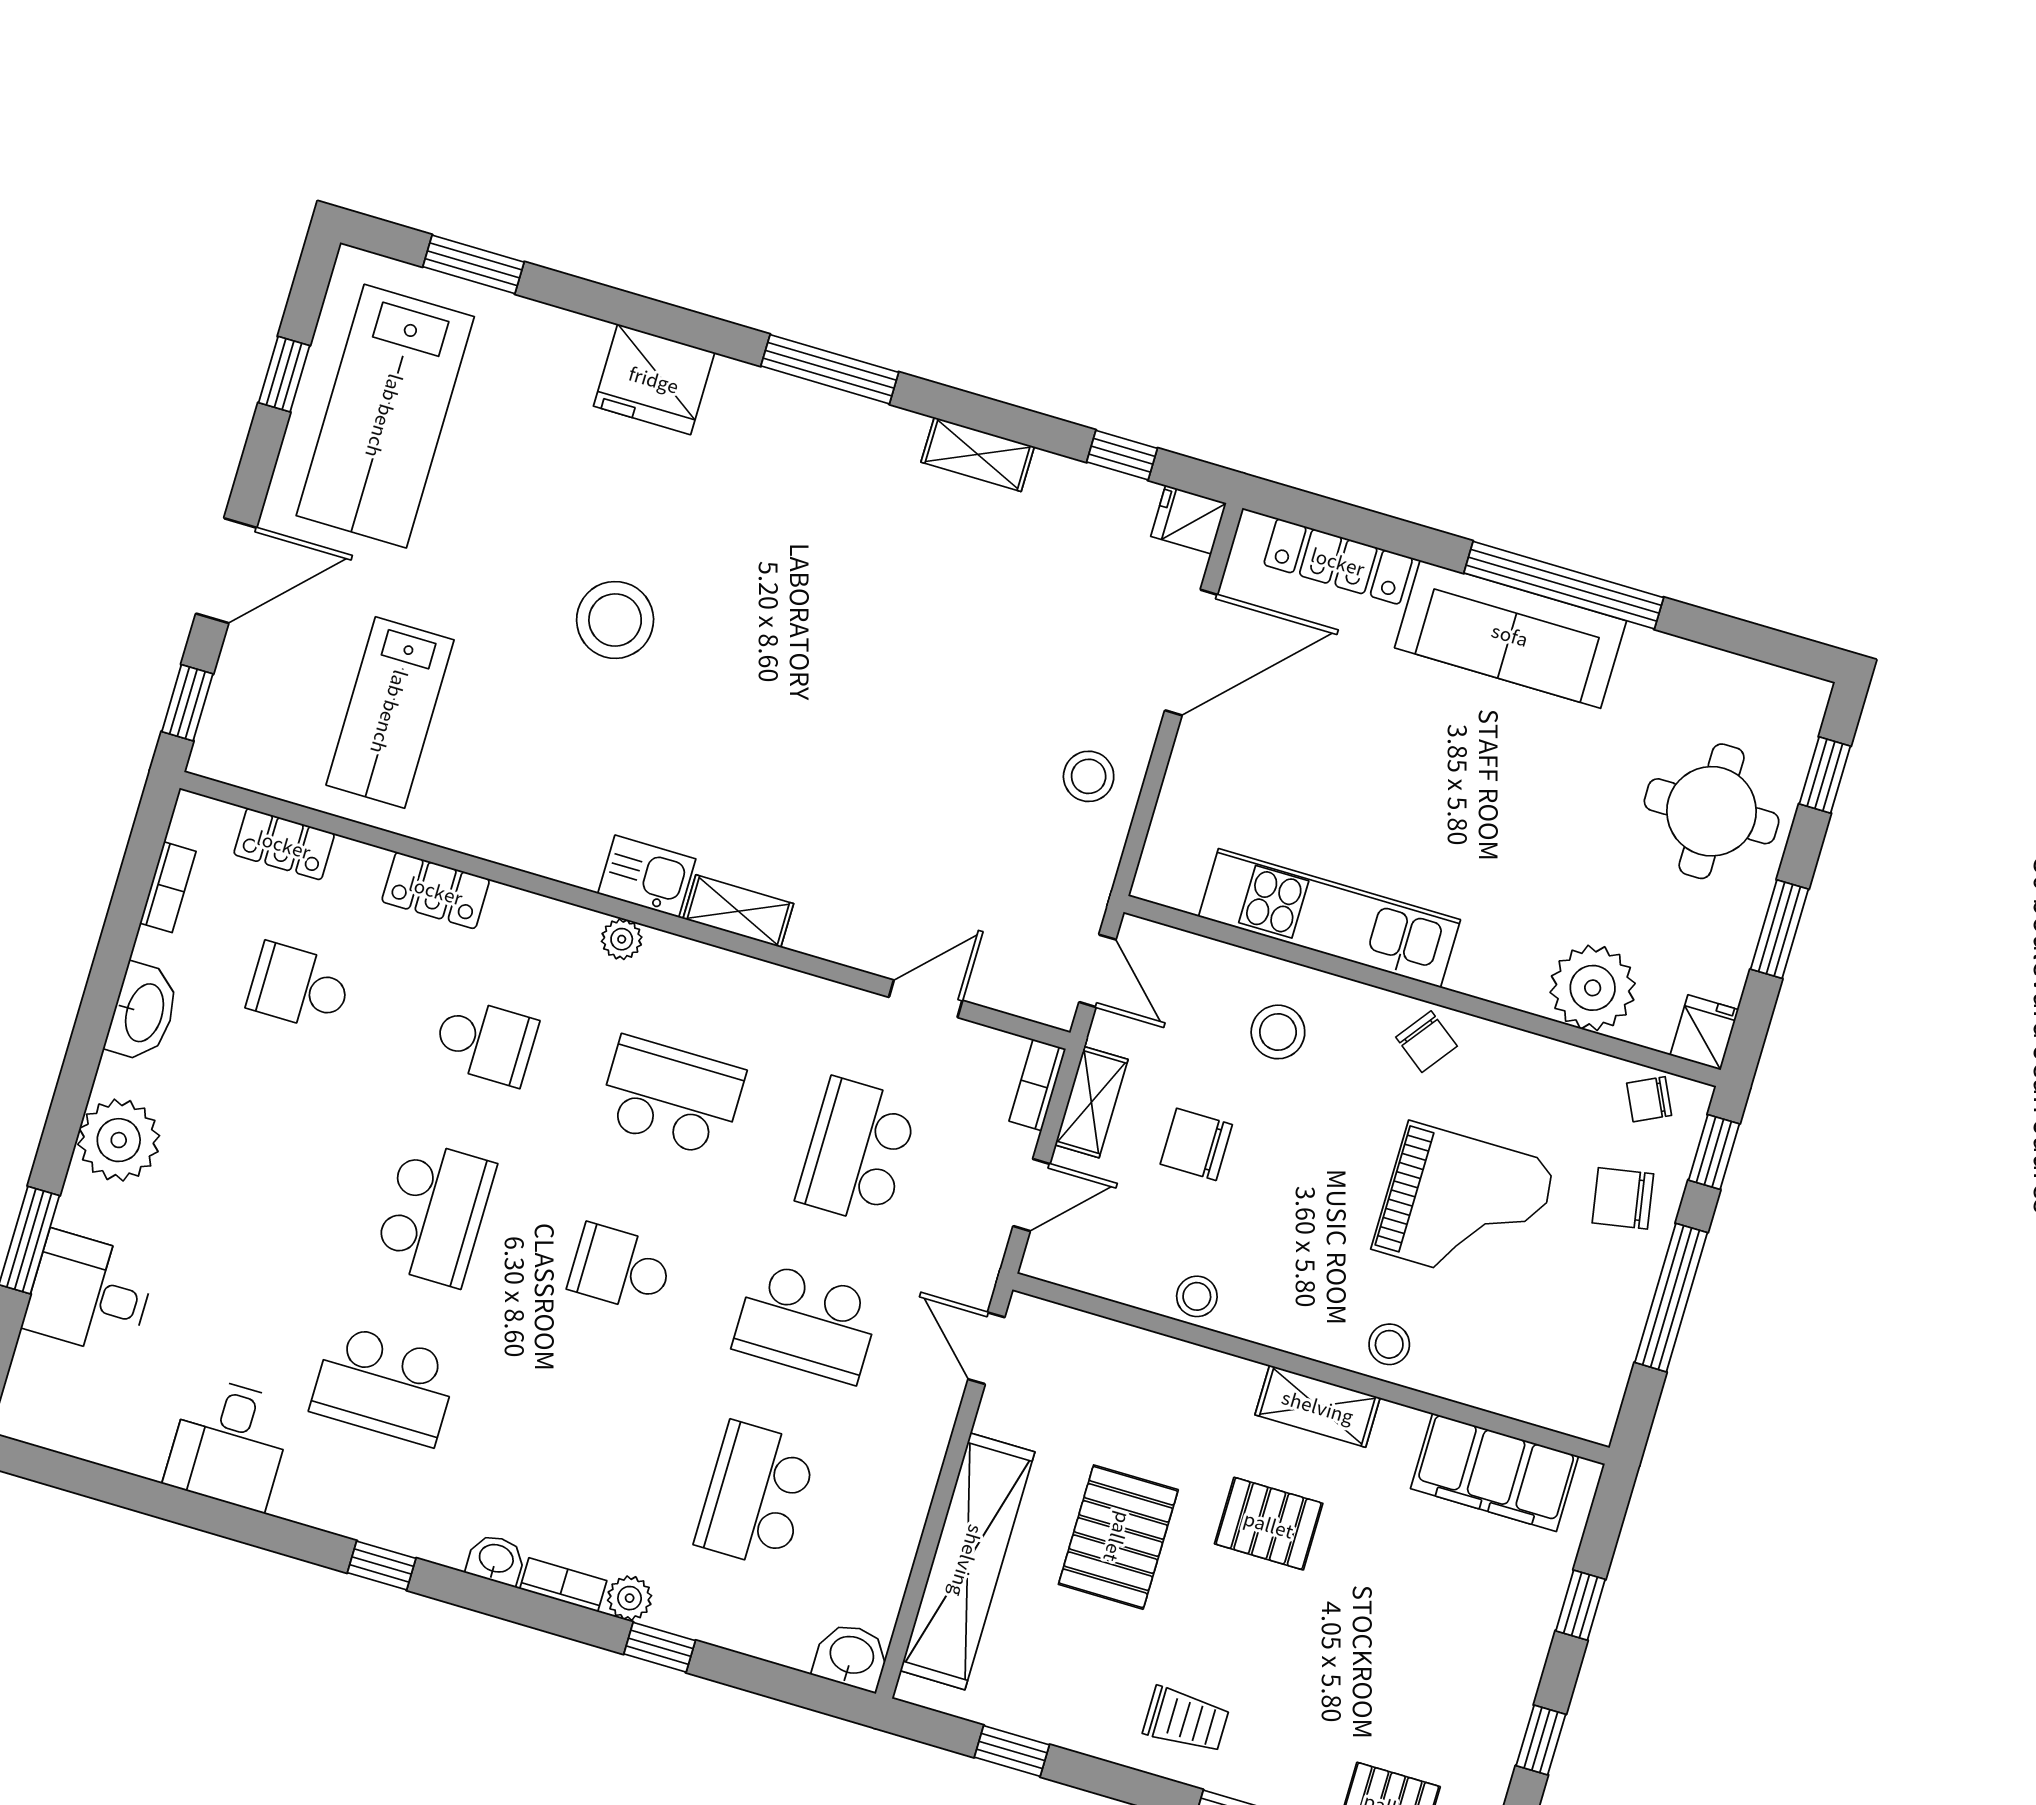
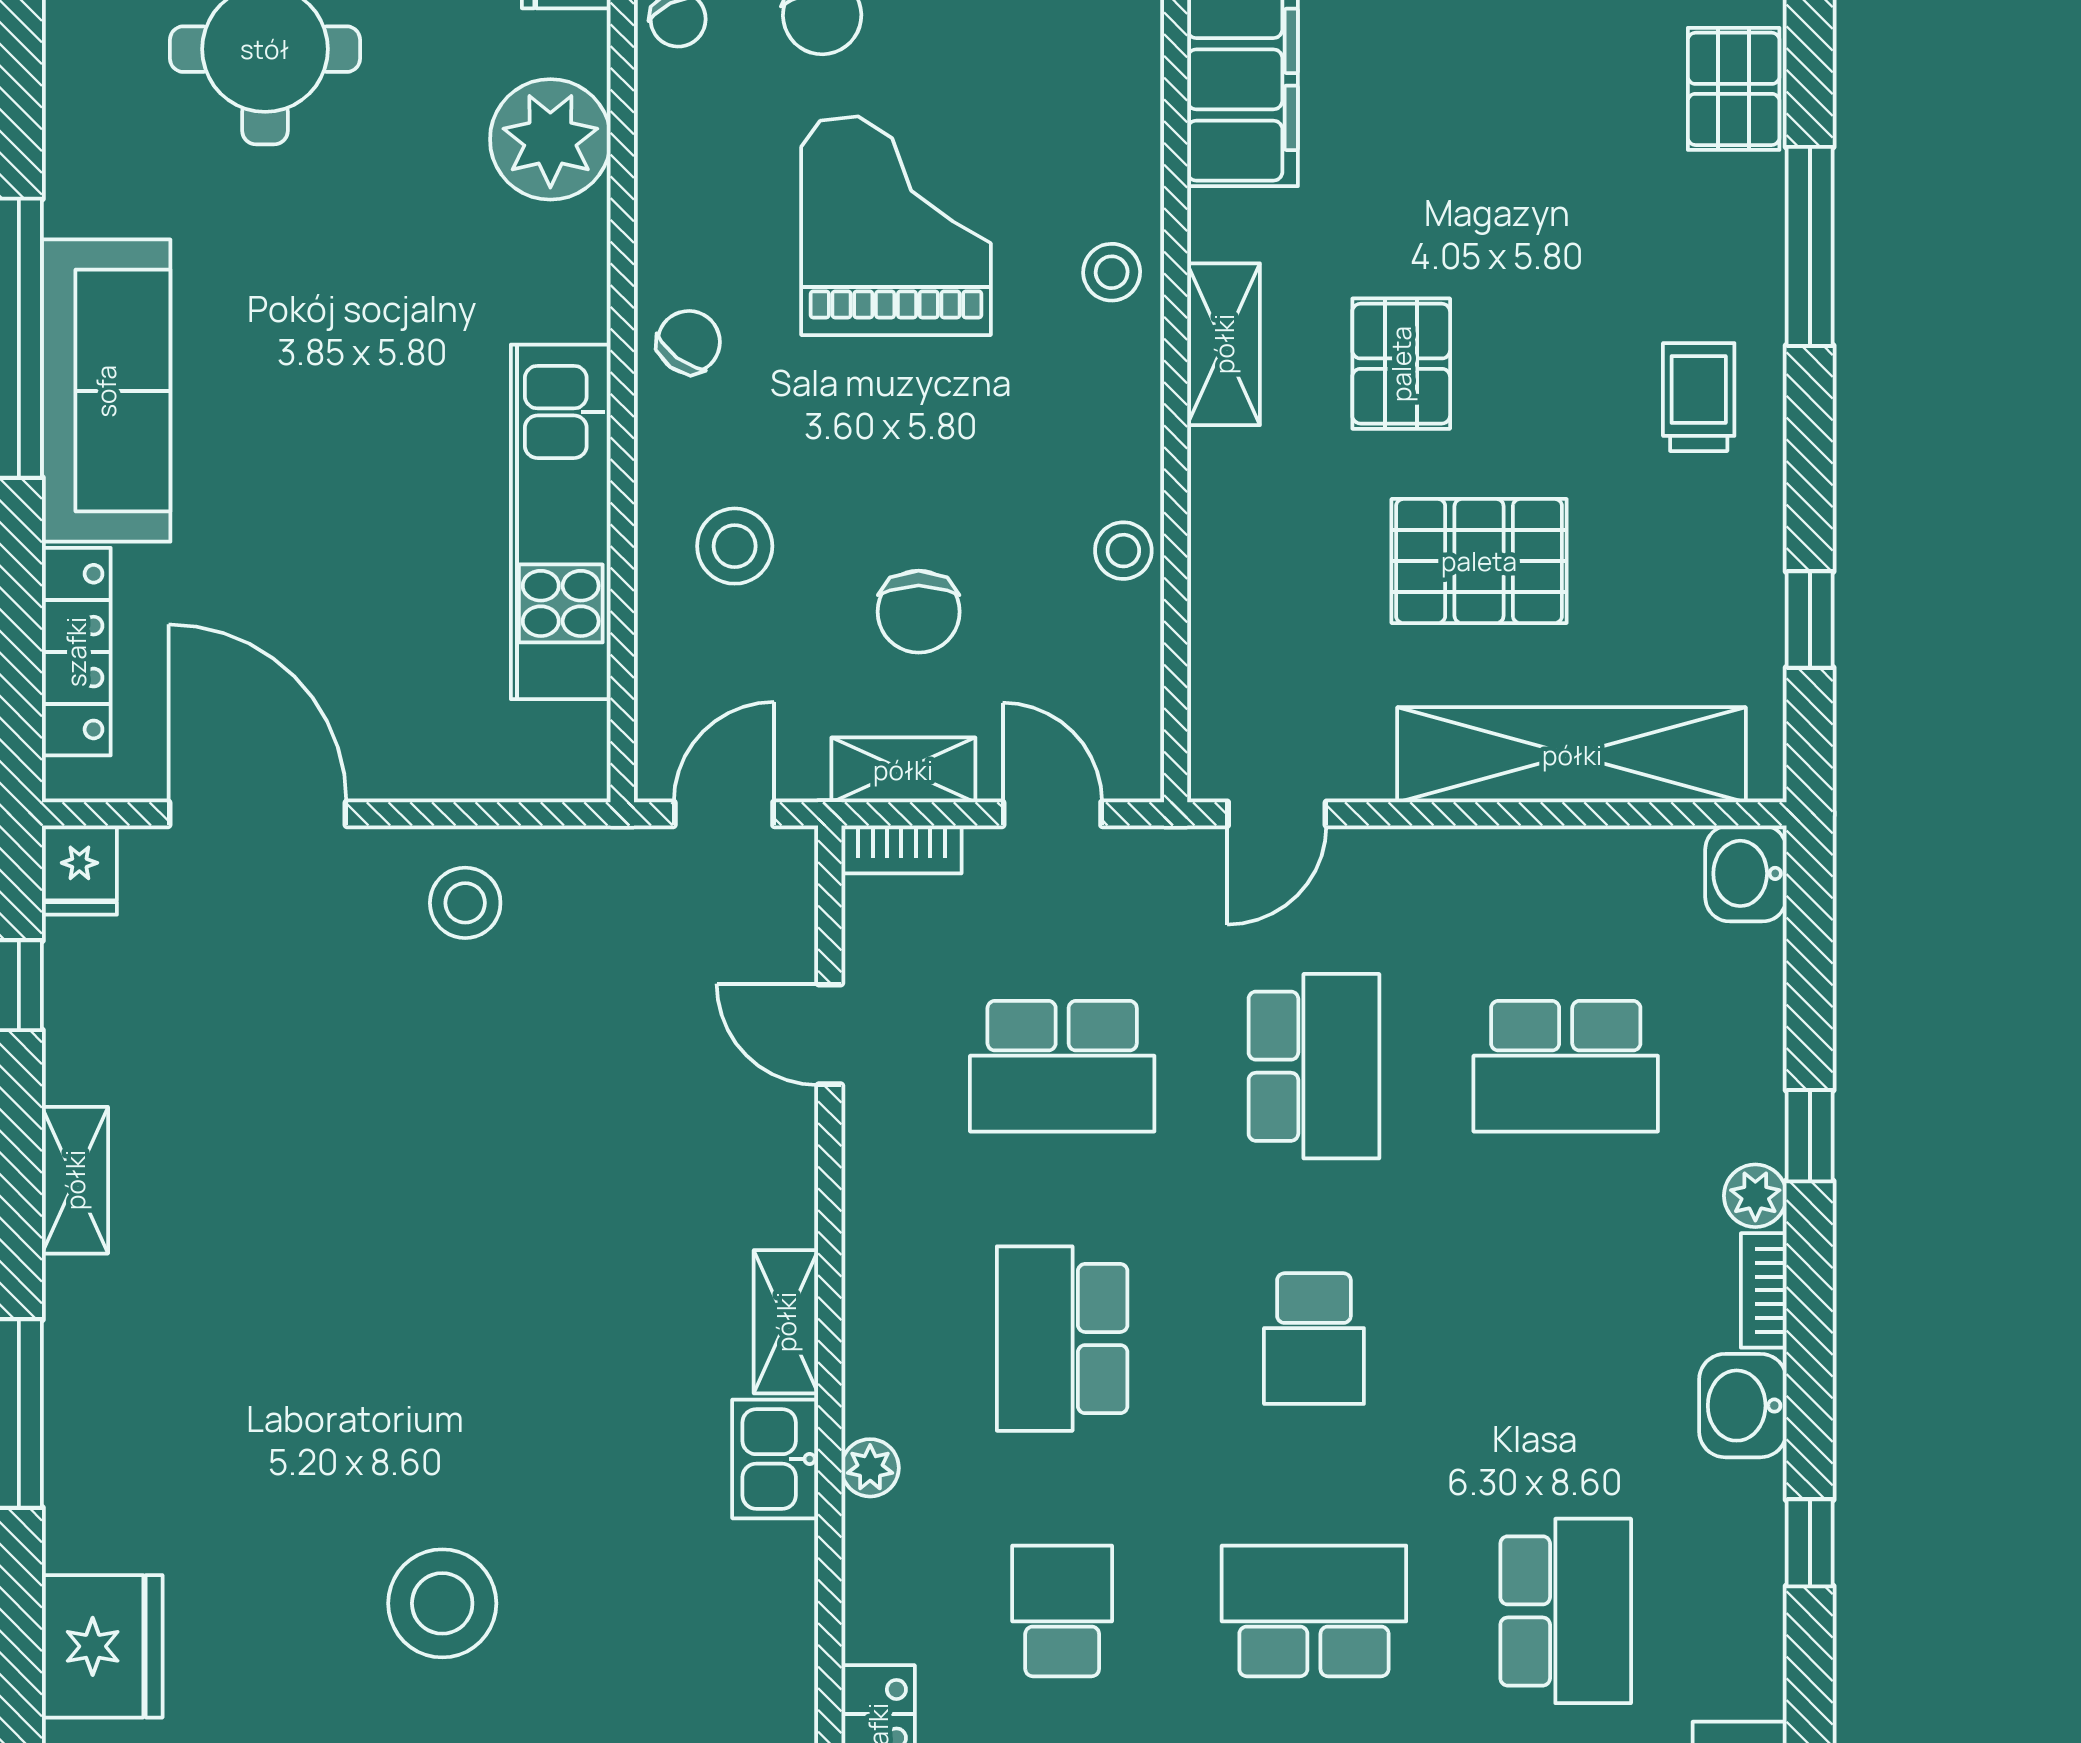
washbasin: (496, 1560) -> (1743, 1406), width x1.38, depth x1.45

